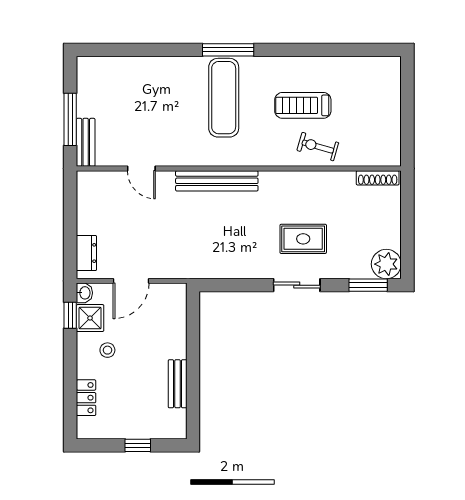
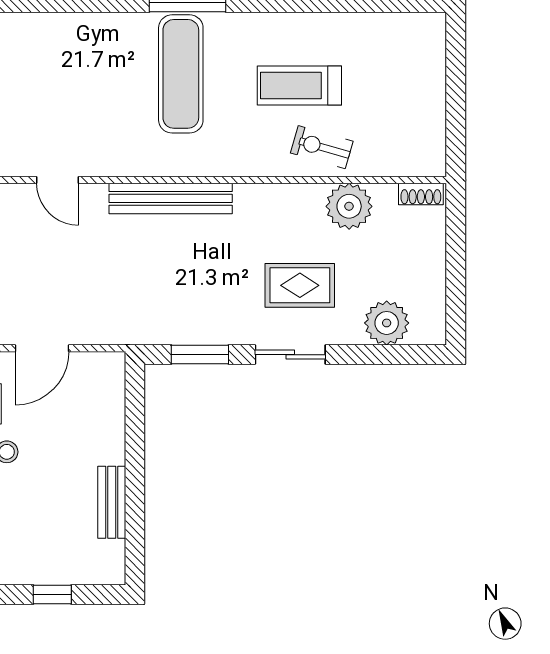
shoe rack: (378, 178) -> (421, 194), width x0.70
plant: (336, 186) -> (349, 206), added
plant: (386, 264) -> (387, 323), moved
window: (368, 285) -> (200, 355), moved

